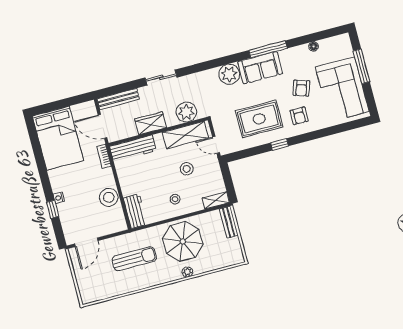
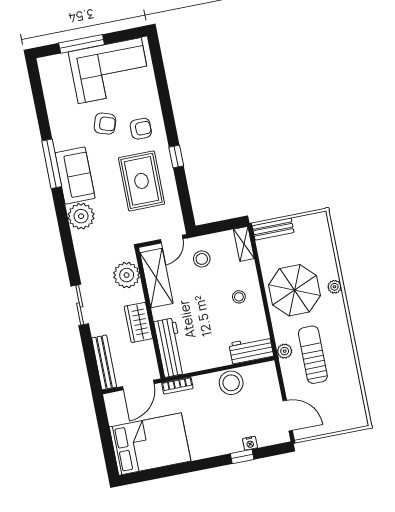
floor lamp: (313, 46) -> (52, 104), removed
stool: (187, 169) -> (202, 259), moved
nightstand: (59, 198) -> (250, 443), moved
plant: (136, 237) -> (285, 351), added

